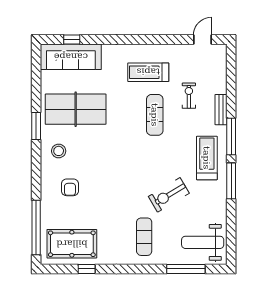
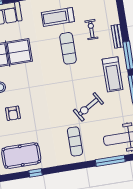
treadmill: (207, 158) -> (113, 74), turned 180

